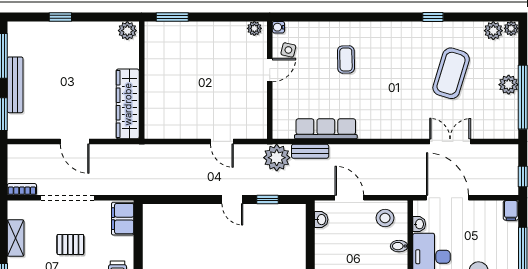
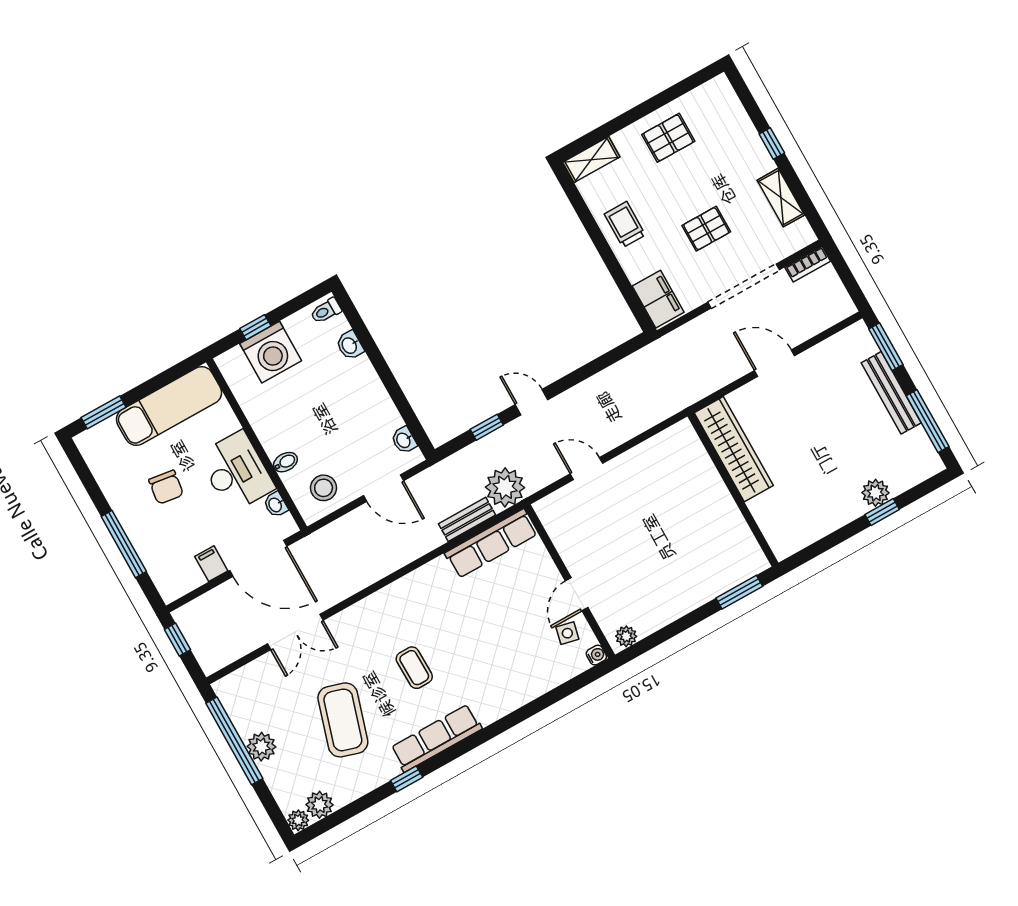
plant: (127, 31) -> (876, 493), moved
row of seats: (401, 31) -> (436, 738), added
coffee table: (346, 59) -> (414, 668), moved
row of seats: (326, 129) -> (491, 544), moved
filing cabinet: (511, 210) -> (211, 564), moved

